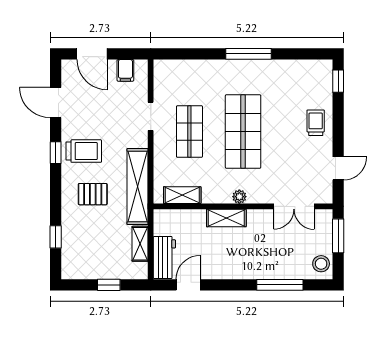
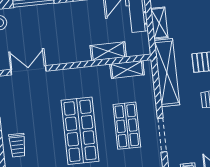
doorway: (151, 116) -> (162, 135), width x1.38
plant: (239, 197) -> (77, 74), removed
shelving: (226, 218) -> (108, 51), moved

